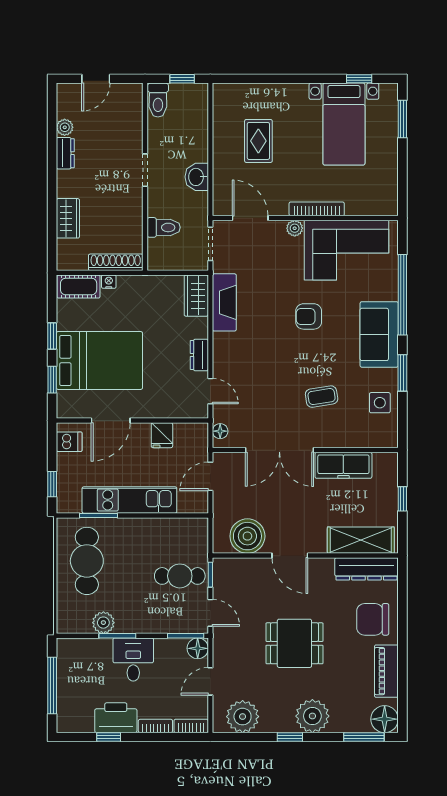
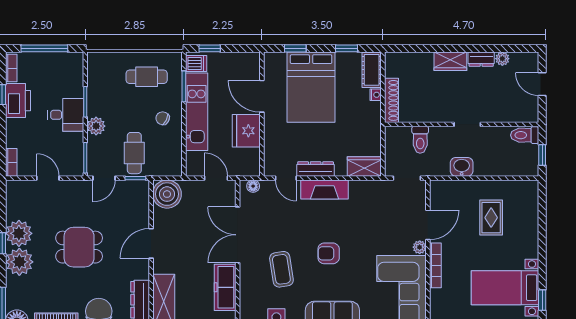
rug: (258, 141) -> (491, 218), turned 90
wardrobe: (68, 218) -> (450, 61), moved
door: (250, 218) -> (428, 225), moved
fireplace: (224, 302) -> (325, 190), moved
armchair: (309, 316) -> (329, 253), moved, turned -90
window: (52, 336) -> (347, 48), moved
dresser: (199, 355) -> (316, 169), width x1.44
door: (210, 391) -> (286, 178), hinge flipped
coffee table: (322, 397) -> (281, 269), width x1.36, depth x1.30
fridge: (162, 435) -> (246, 131), width x1.88, depth x1.34
dishwasher: (69, 442) -> (196, 63), moved, turned -90
boiler: (247, 536) -> (167, 194), moved
chair: (137, 541) -> (163, 118), added
cafe table: (87, 561) -> (147, 77), width x0.73, depth x0.74
plant: (103, 623) -> (96, 126), moved
dining table: (294, 643) -> (79, 247), turned 90
floor lamp: (198, 648) -> (75, 168), removed
plant: (243, 717) -> (19, 233), moved
bookcase: (155, 726) -> (11, 68), moved

